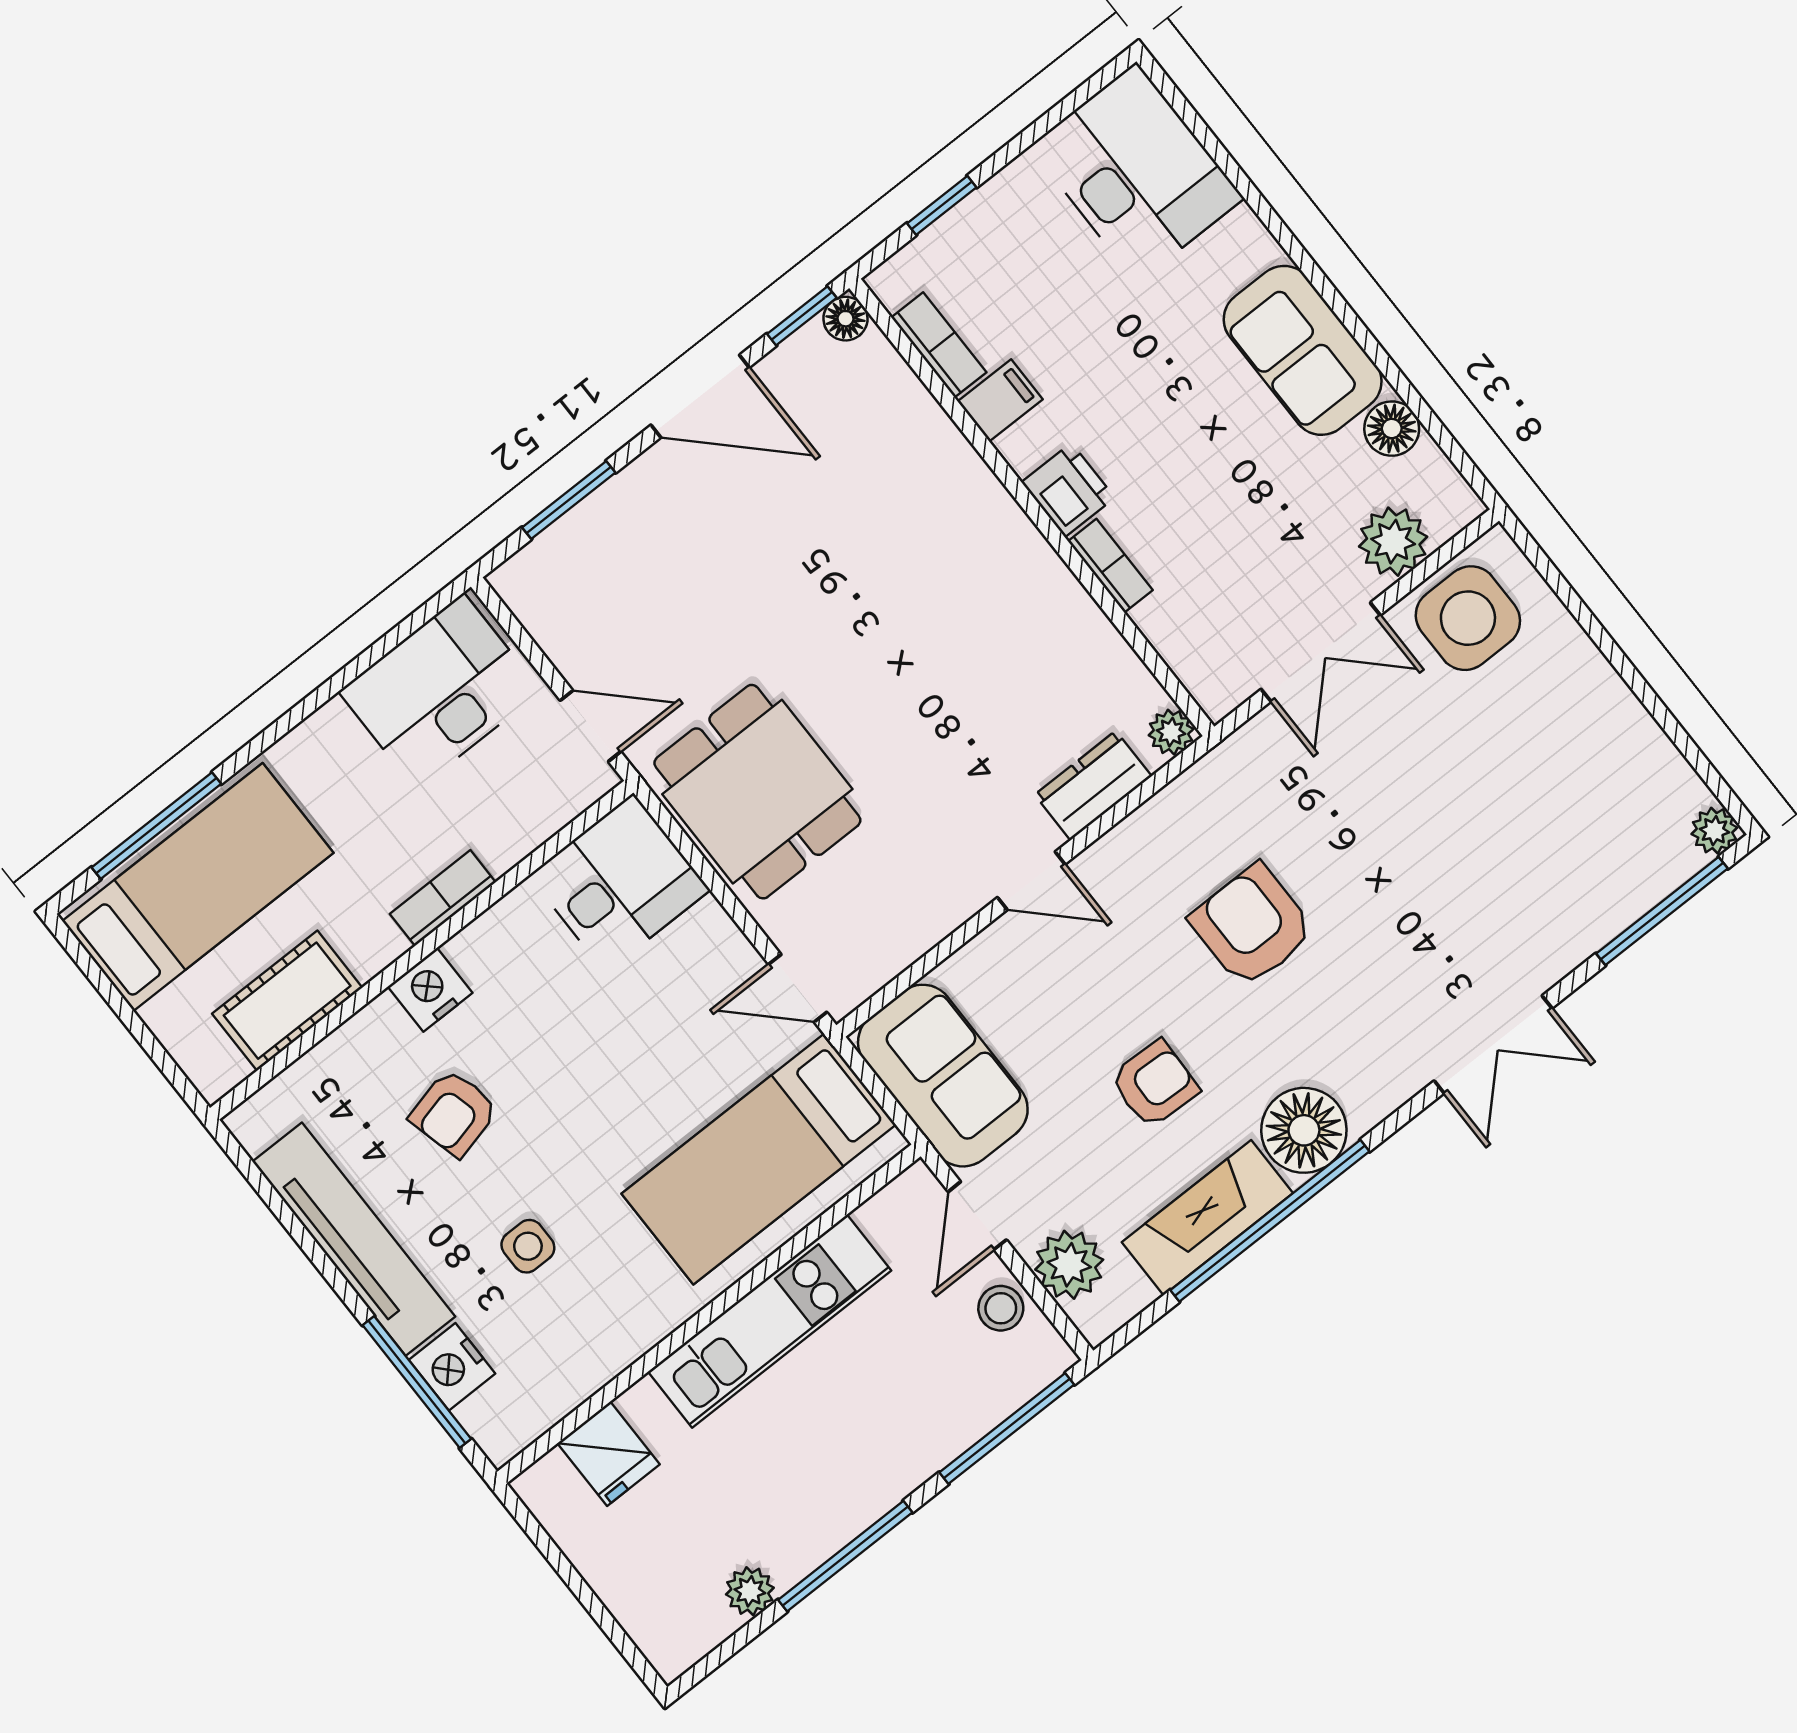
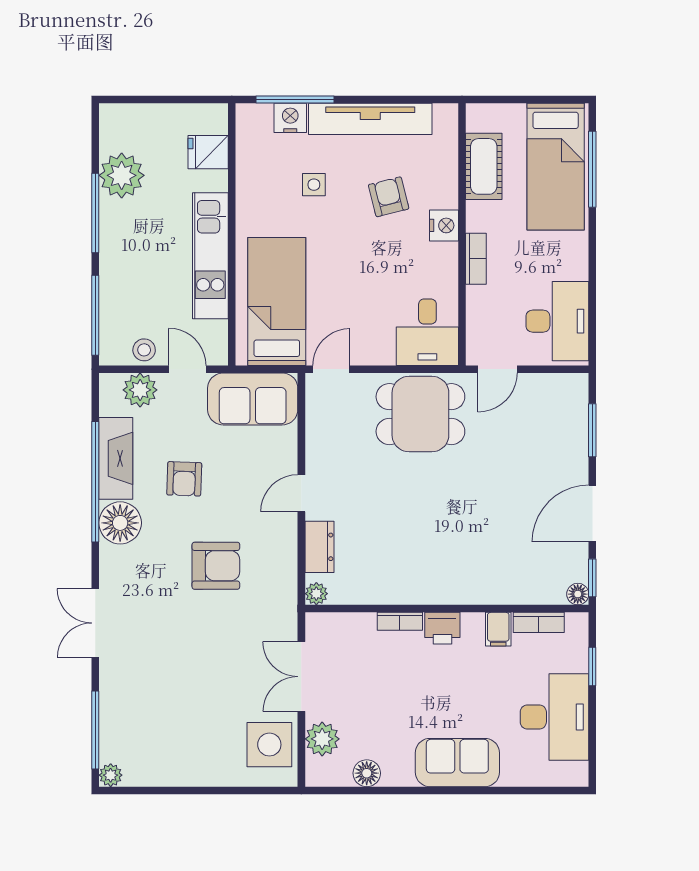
desk: (1137, 172) -> (554, 717), moved, turned -90
sofa: (1303, 350) -> (457, 763), moved
plant: (750, 1591) -> (122, 175), width x1.88, depth x1.88

